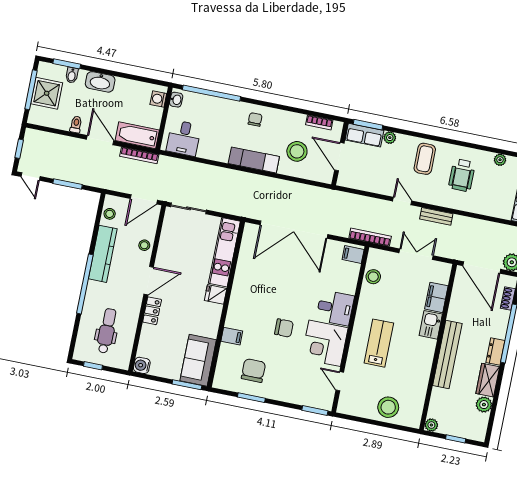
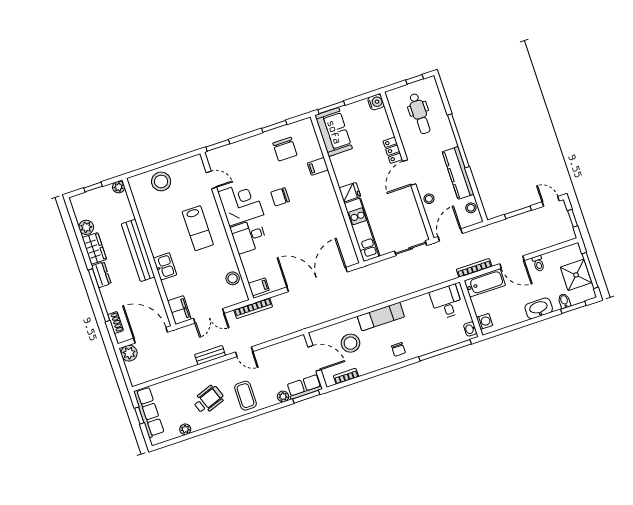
wheelchair: (462, 175) -> (209, 400), turned 70
filing cabinet: (436, 297) -> (179, 310), moved

